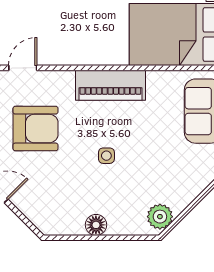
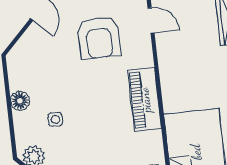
side table: (106, 156) -> (55, 119), moved

